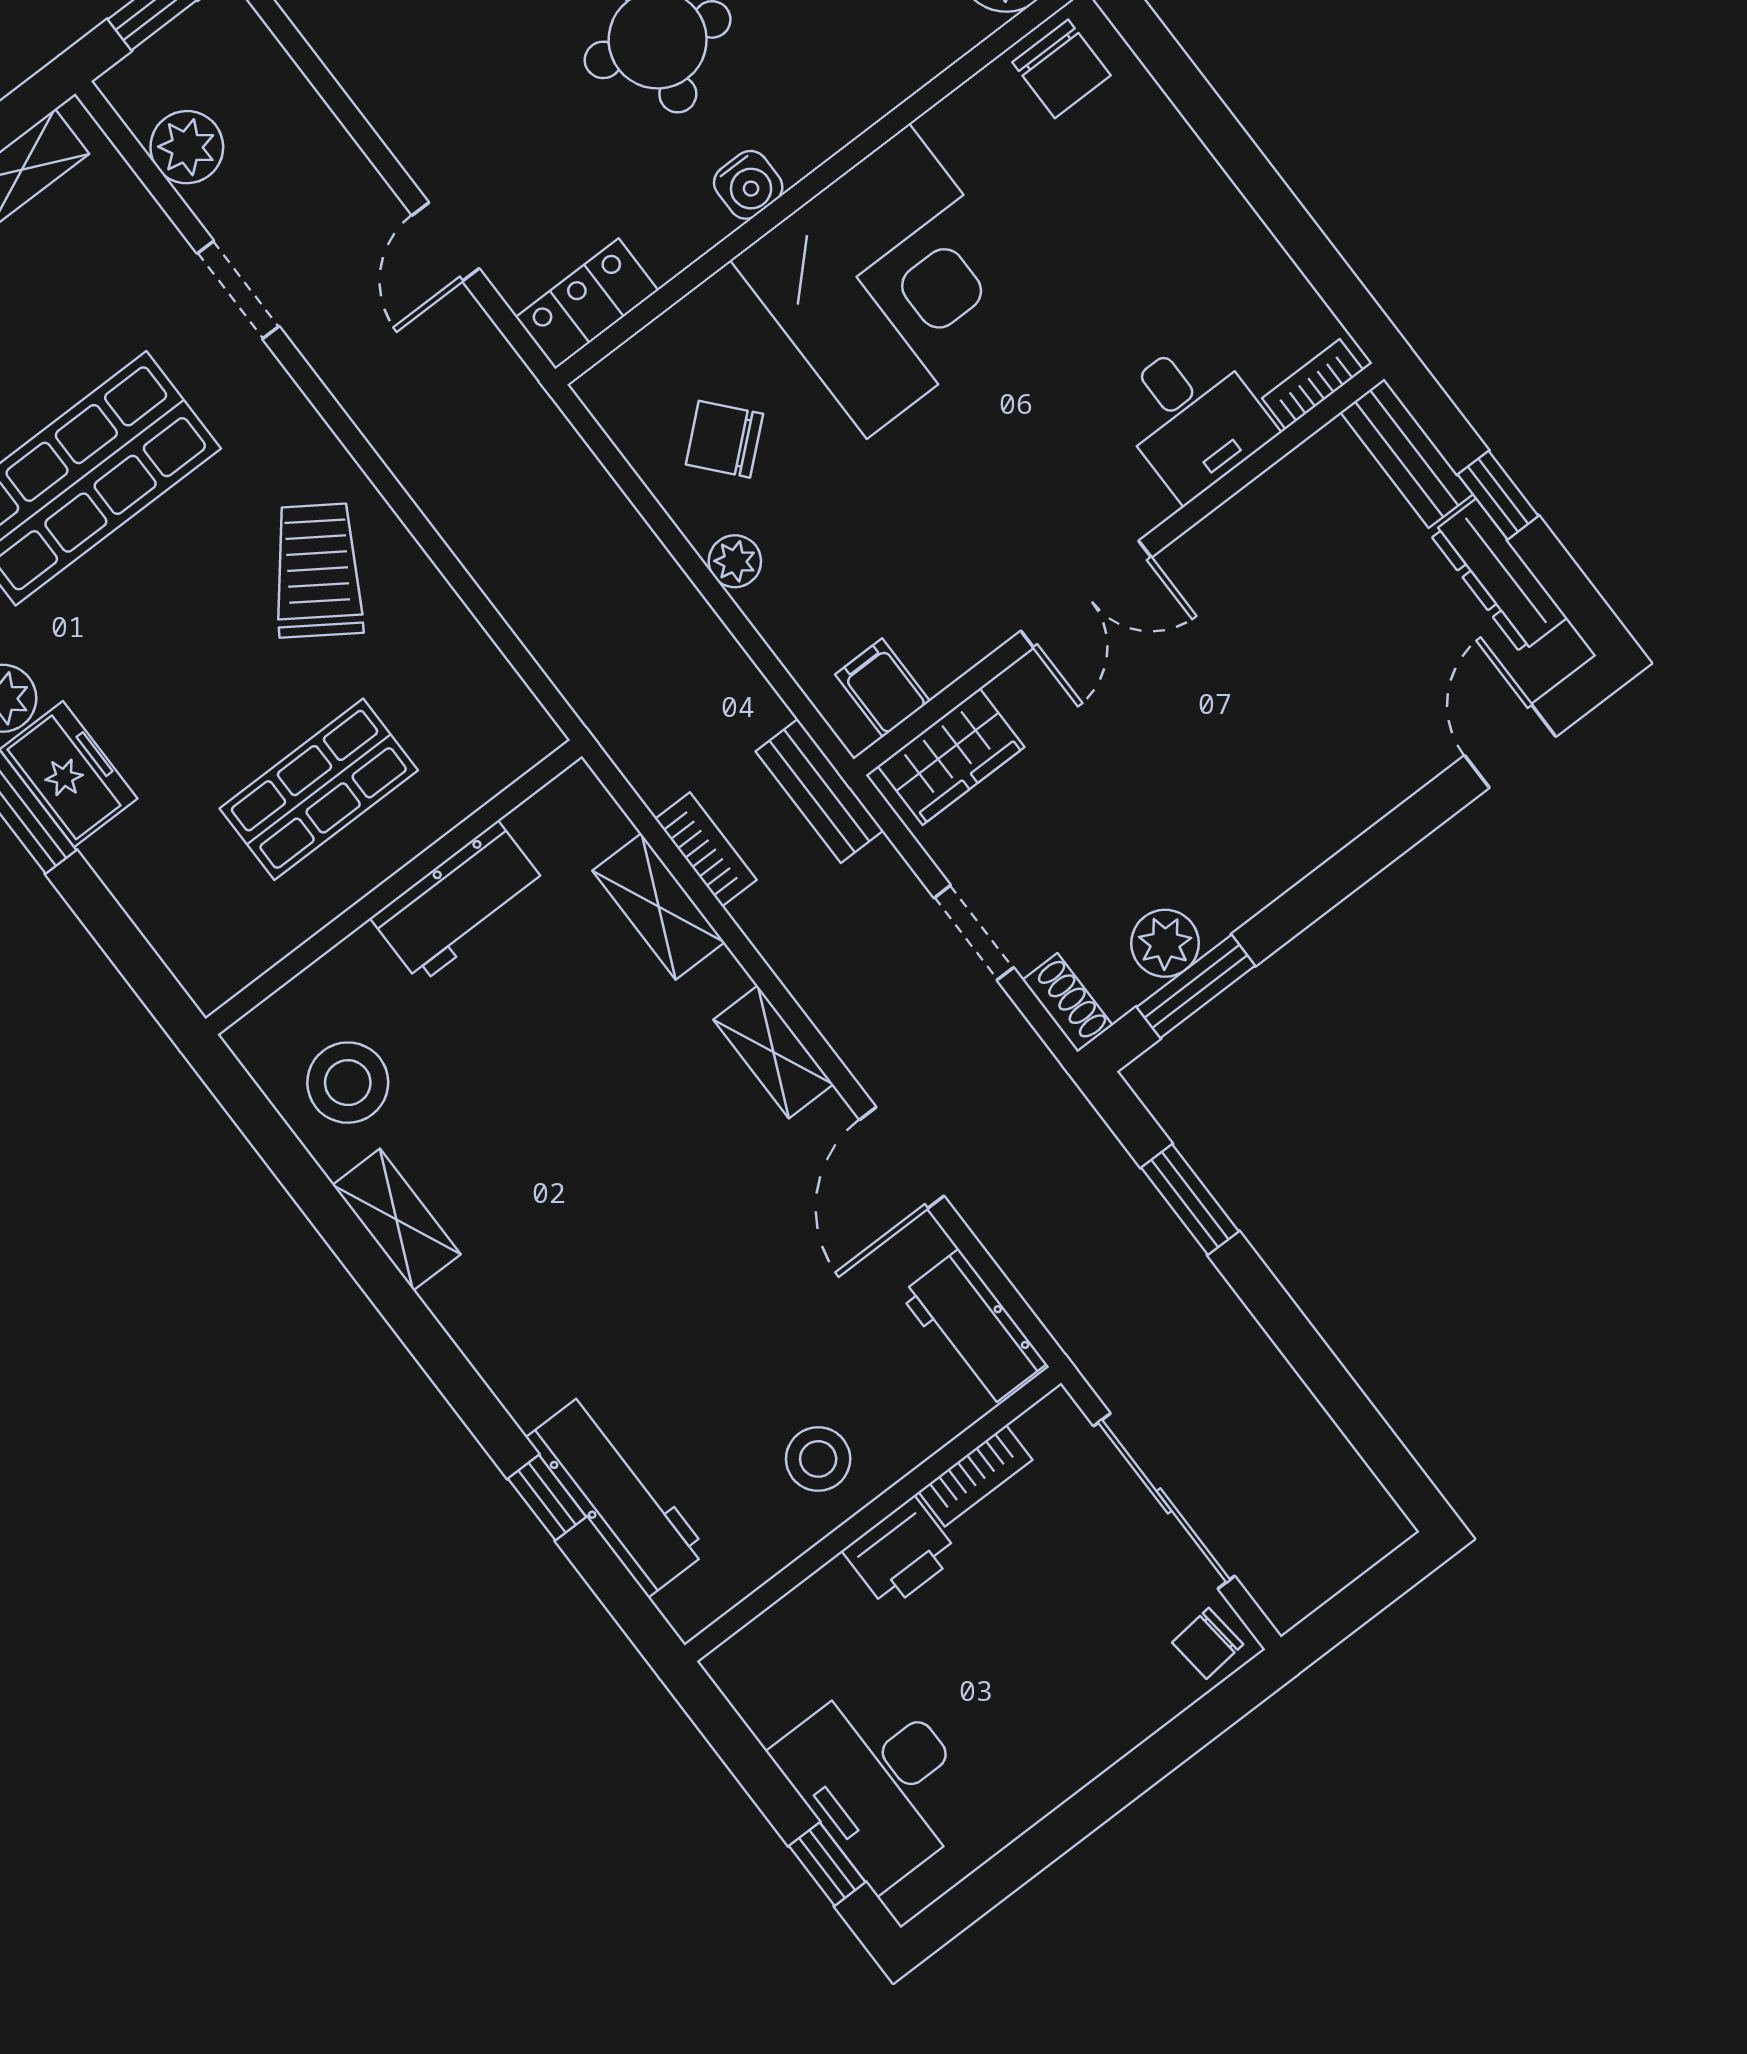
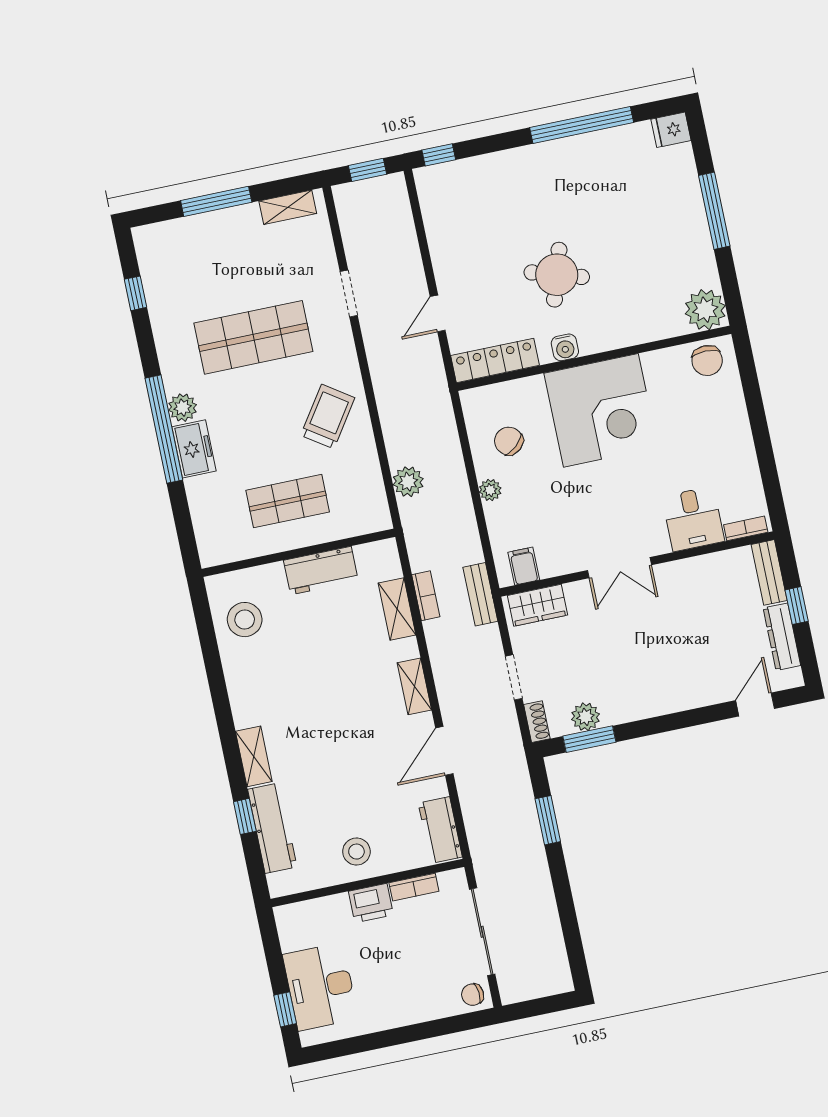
plant: (187, 147) -> (408, 482), moved
locker: (587, 304) -> (495, 360), width x1.53
shelving: (397, 1220) -> (254, 756), moved

